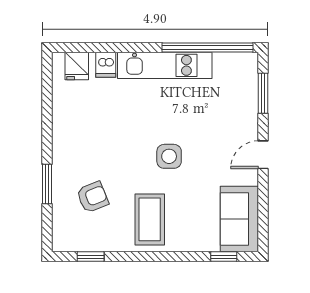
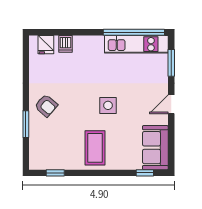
kitchen unit: (165, 65) -> (136, 44), moved
armchair: (93, 197) -> (46, 106), moved, turned 63

